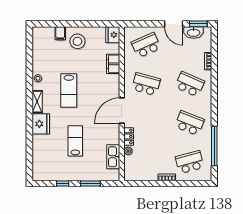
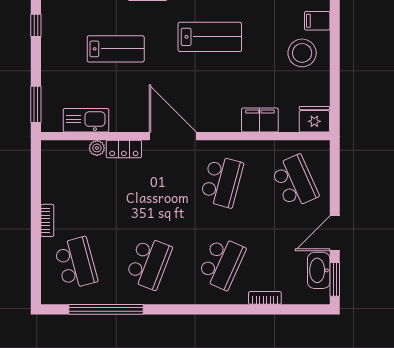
lab bench: (69, 91) -> (210, 37), turned 180
window: (90, 183) -> (36, 104), moved

